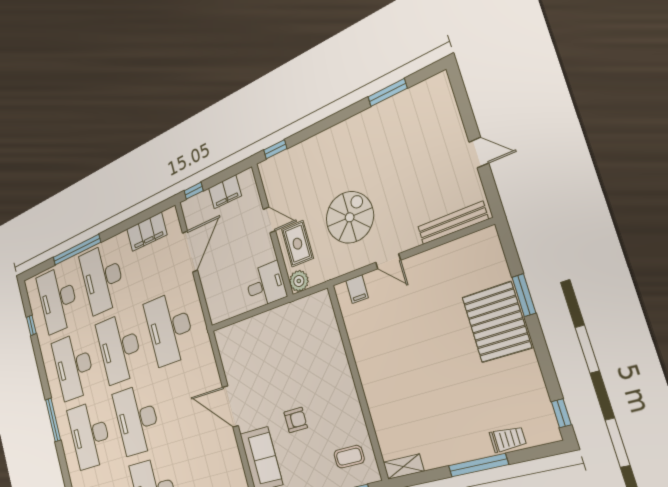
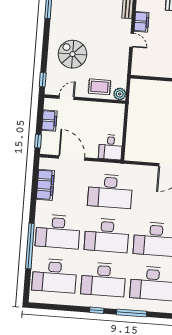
spiral stairs: (350, 217) -> (72, 54), moved
door: (269, 220) -> (67, 98), moved
door: (388, 261) -> (132, 40), hinge flipped
desk: (266, 285) -> (110, 147), moved, turned 180
filing cabinet: (357, 289) -> (142, 22), moved, width x2.00
window: (31, 325) -> (97, 310), moved

